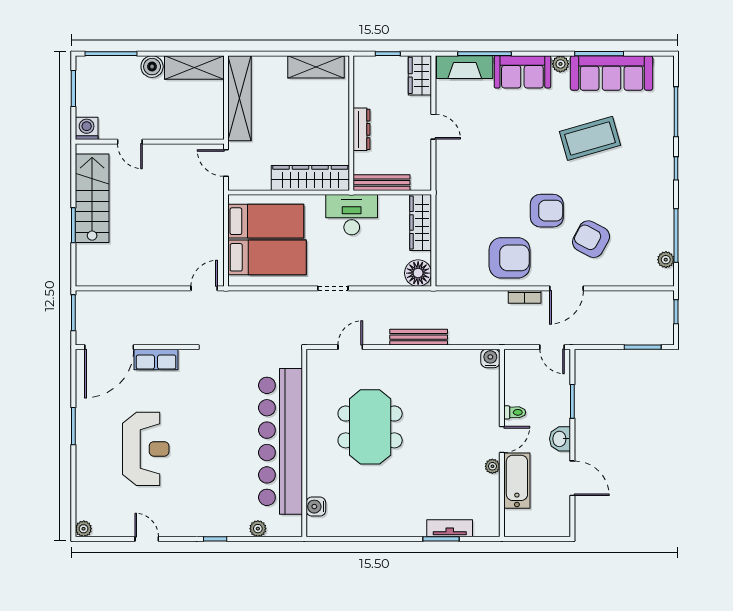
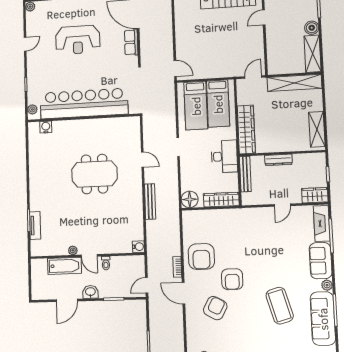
bar counter: (280, 441) -> (84, 104), moved
wall: (304, 443) -> (83, 118), moved
water cooler: (316, 507) -> (46, 127), moved

